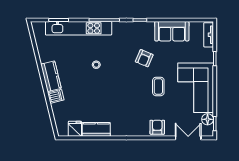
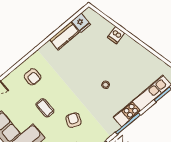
kitchen counter: (51, 76) -> (133, 47), removed
armchair: (157, 127) -> (33, 77), moved

